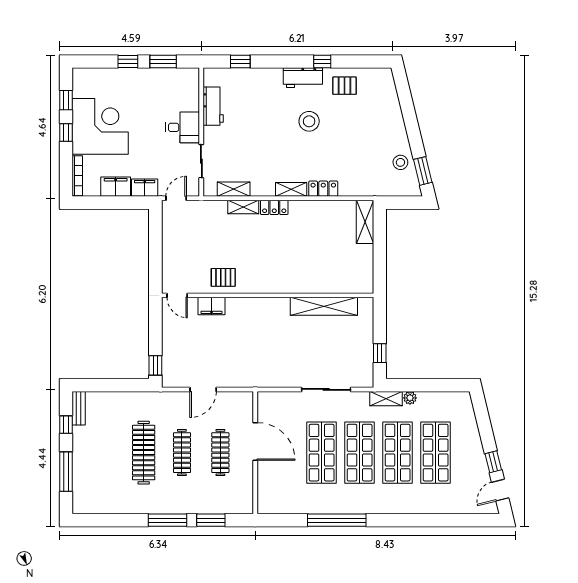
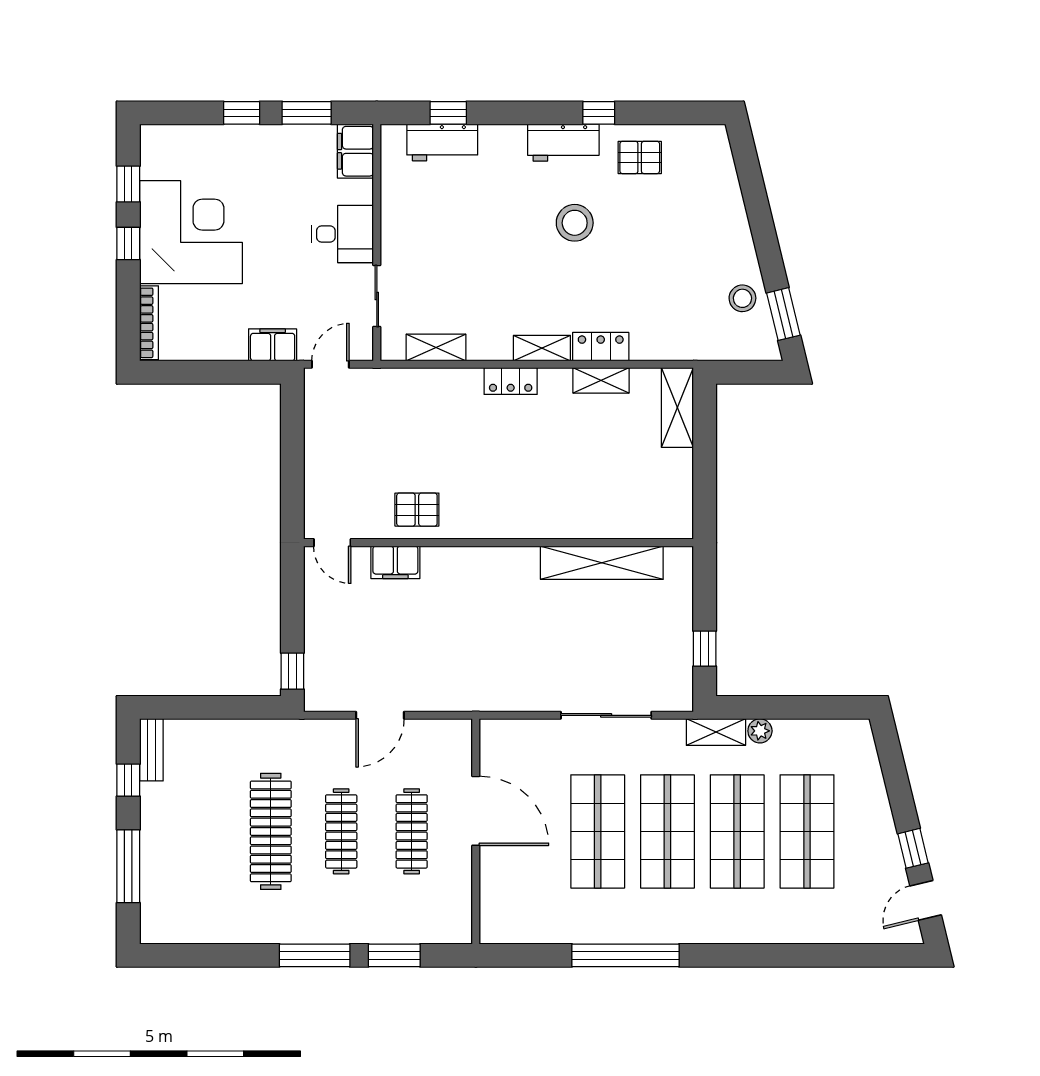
workbench: (213, 106) -> (442, 143), moved, turned 90
filing cabinet: (116, 187) -> (355, 151), moved, turned -90
shelving: (243, 207) -> (601, 380), moved

